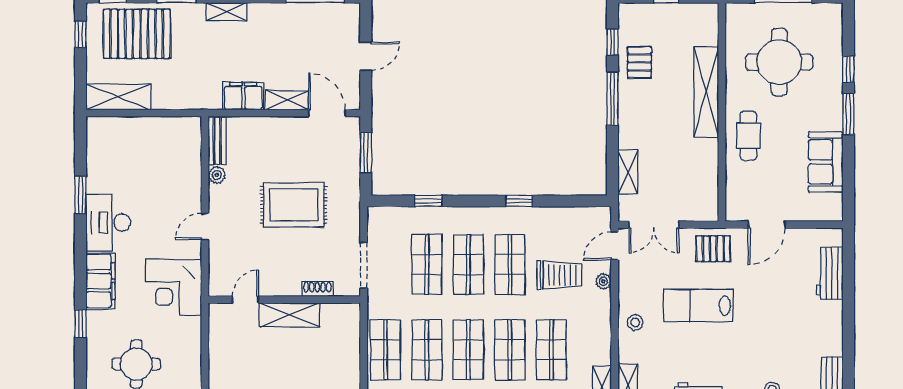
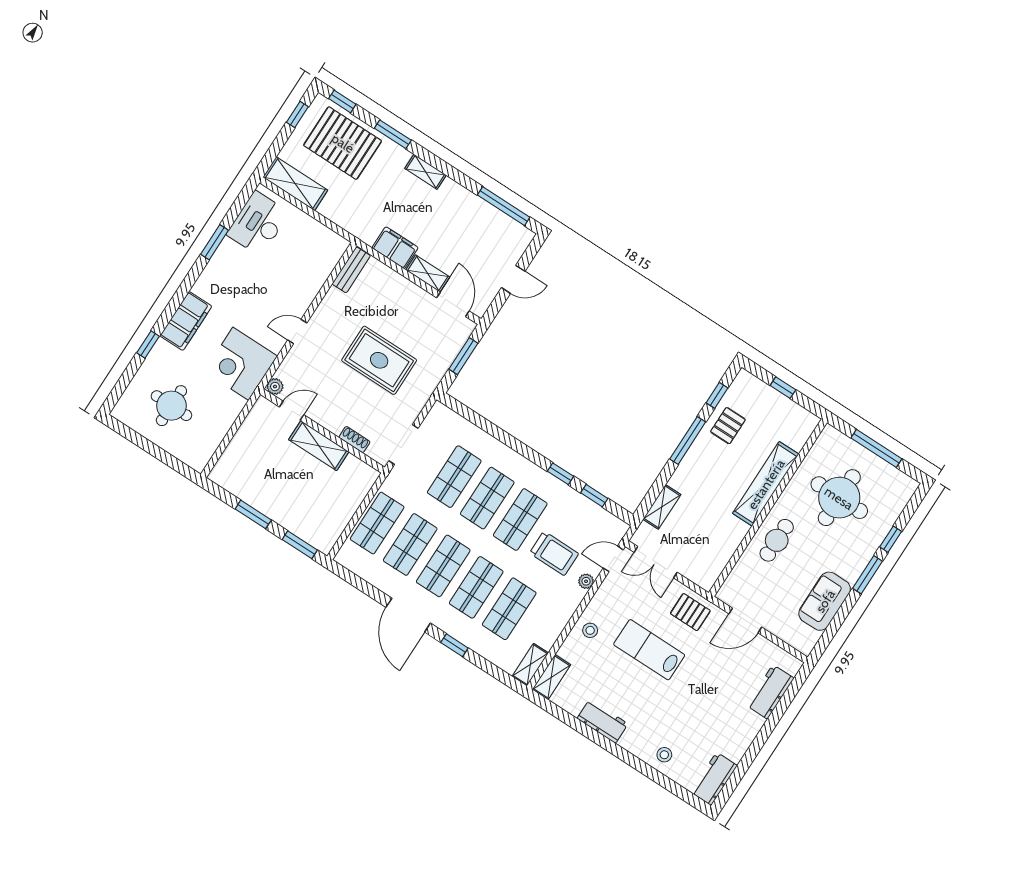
plant: (217, 175) -> (275, 387), moved
window: (428, 201) -> (594, 496), moved
desk: (108, 223) -> (258, 223), moved

